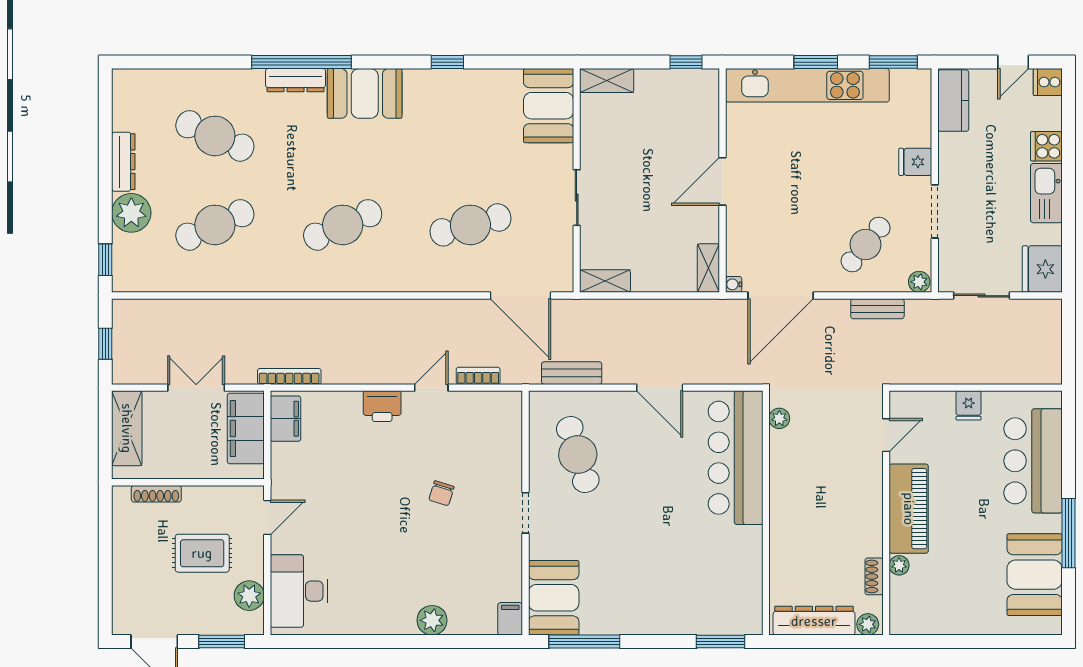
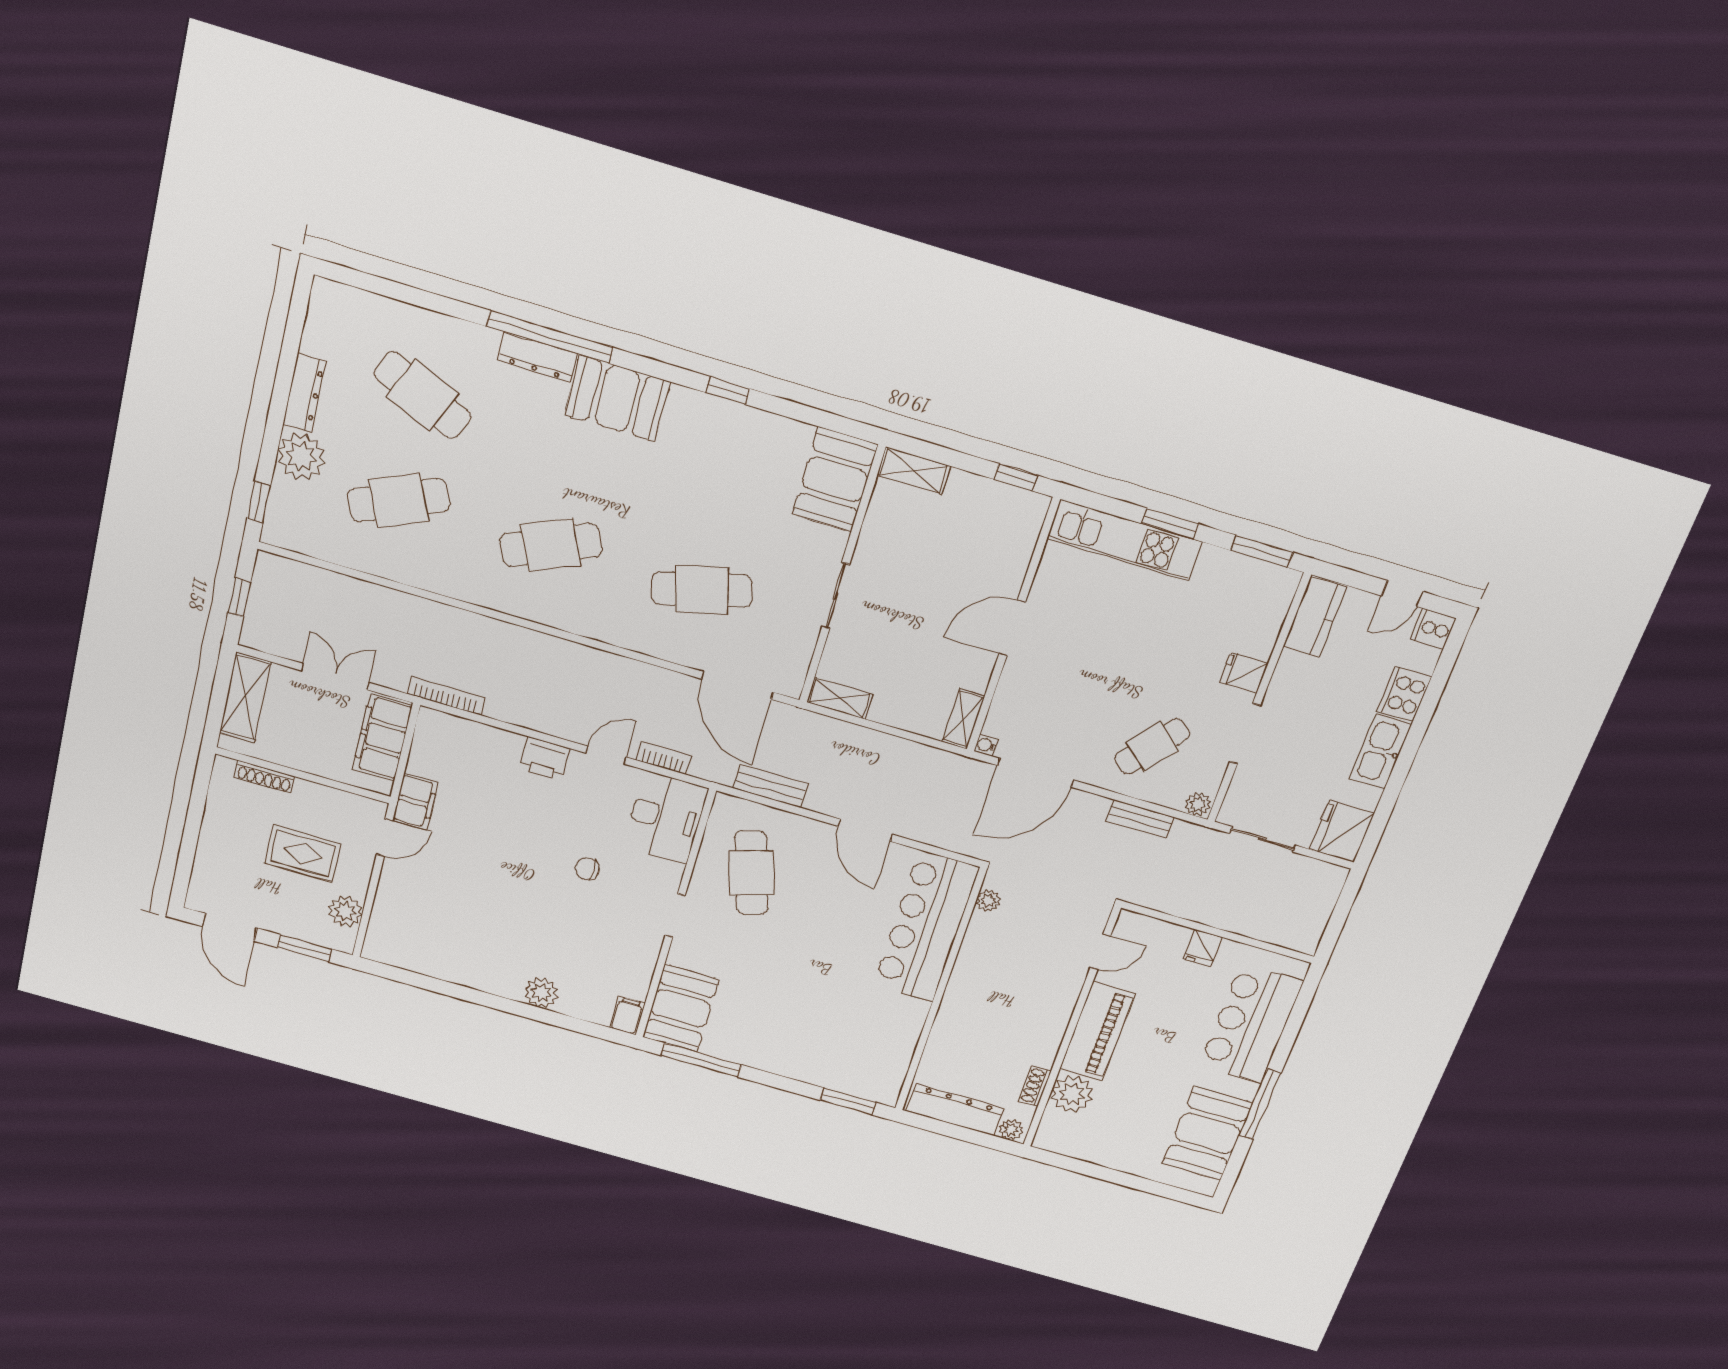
kitchen unit: (807, 85) -> (1125, 540), width x0.73
cooker: (1046, 146) -> (1404, 694), width x1.36
filing cabinet: (286, 419) -> (415, 802), moved
chair: (441, 493) -> (587, 869), turned 73
plant: (899, 565) -> (1072, 1094), width x1.88, depth x1.88
desk: (299, 591) -> (665, 817), moved, turned 180

